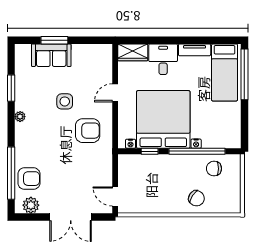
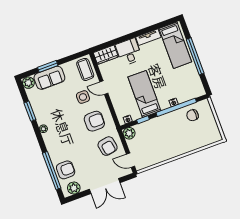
plant: (23, 52) -> (28, 83), added
coffee table: (100, 61) -> (85, 69), added
window: (244, 74) -> (195, 56), moved
door: (115, 93) -> (104, 88), hinge flipped
side table: (65, 101) -> (83, 97), moved
bed: (163, 119) -> (144, 94), width x0.49
plant: (126, 162) -> (129, 133), added
armchair: (93, 168) -> (108, 146), added
chair: (196, 198) -> (188, 141), removed

